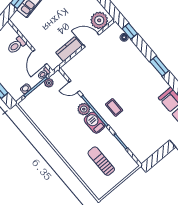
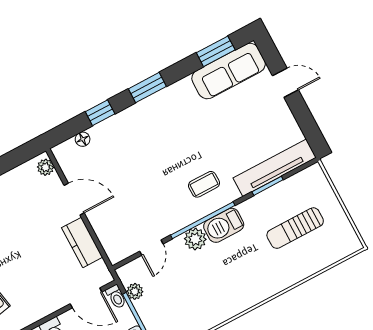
plant: (99, 20) -> (46, 167), width x0.53, depth x0.53
window: (130, 31) -> (100, 113), moved
door: (91, 40) -> (74, 199), swing flipped
tv unit: (131, 143) -> (275, 168), added

